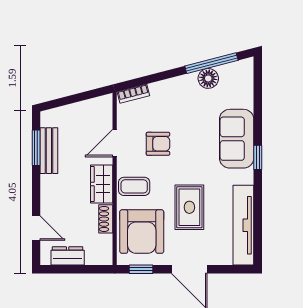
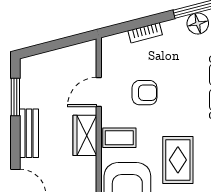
bookcase: (133, 94) -> (145, 33), moved
bench: (49, 151) -> (29, 133), moved
shoe rack: (106, 219) -> (89, 172), removed

